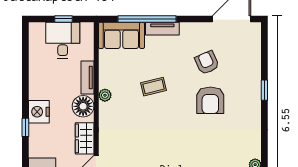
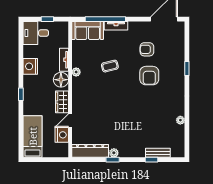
desk: (63, 40) -> (36, 33), moved, turned -90
armchair: (207, 63) -> (147, 49), turned -66
nightstand: (39, 112) -> (30, 66), moved

